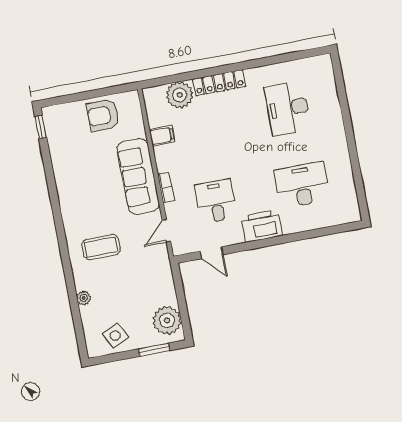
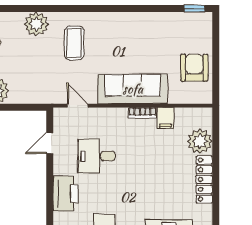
bookcase: (166, 187) -> (142, 113), moved
desk: (216, 201) -> (96, 156), turned 180
plant: (84, 298) -> (36, 24), width x1.88, depth x1.88

